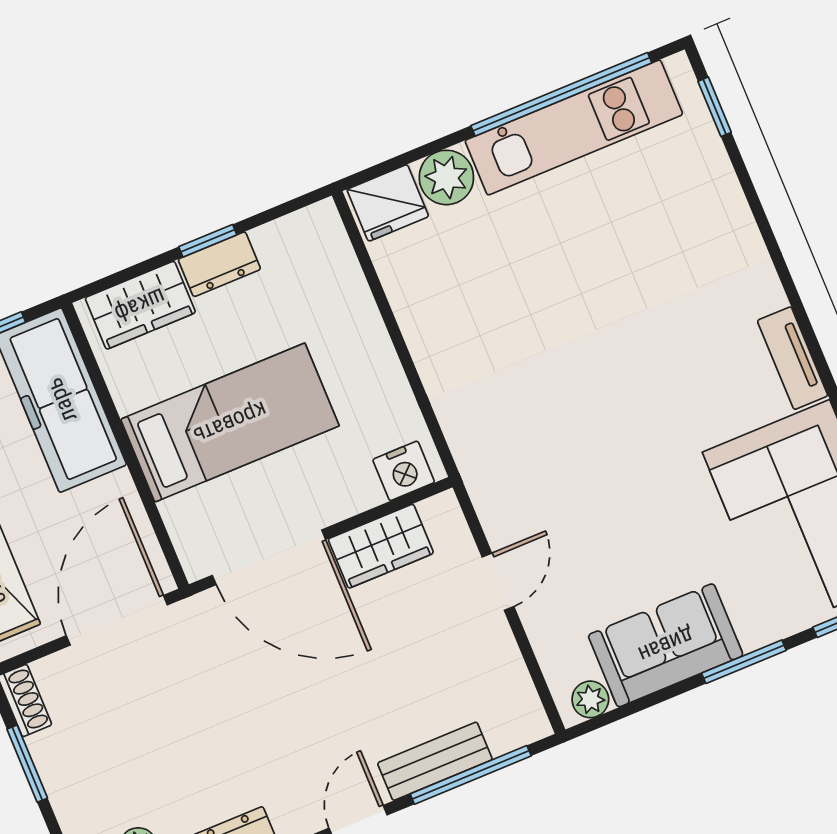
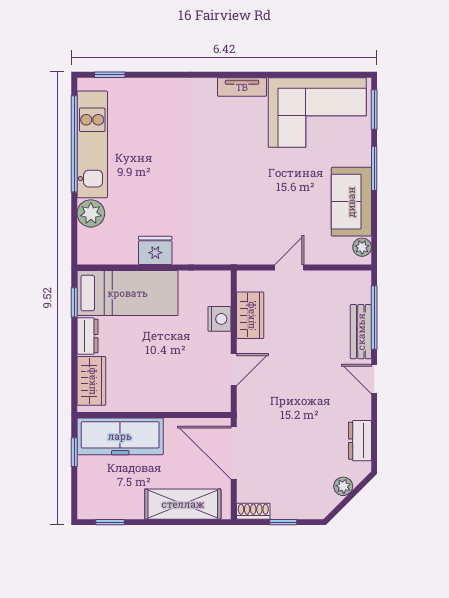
fridge: (388, 203) -> (155, 250), moved, turned -90
window: (208, 241) -> (74, 302), moved
bed: (230, 423) -> (128, 293), moved, turned 90
nightstand: (404, 471) -> (219, 319), moved
door: (269, 557) -> (234, 370), width x0.53
door: (498, 582) -> (289, 267), hinge flipped
window: (27, 764) -> (283, 522), width x0.67

